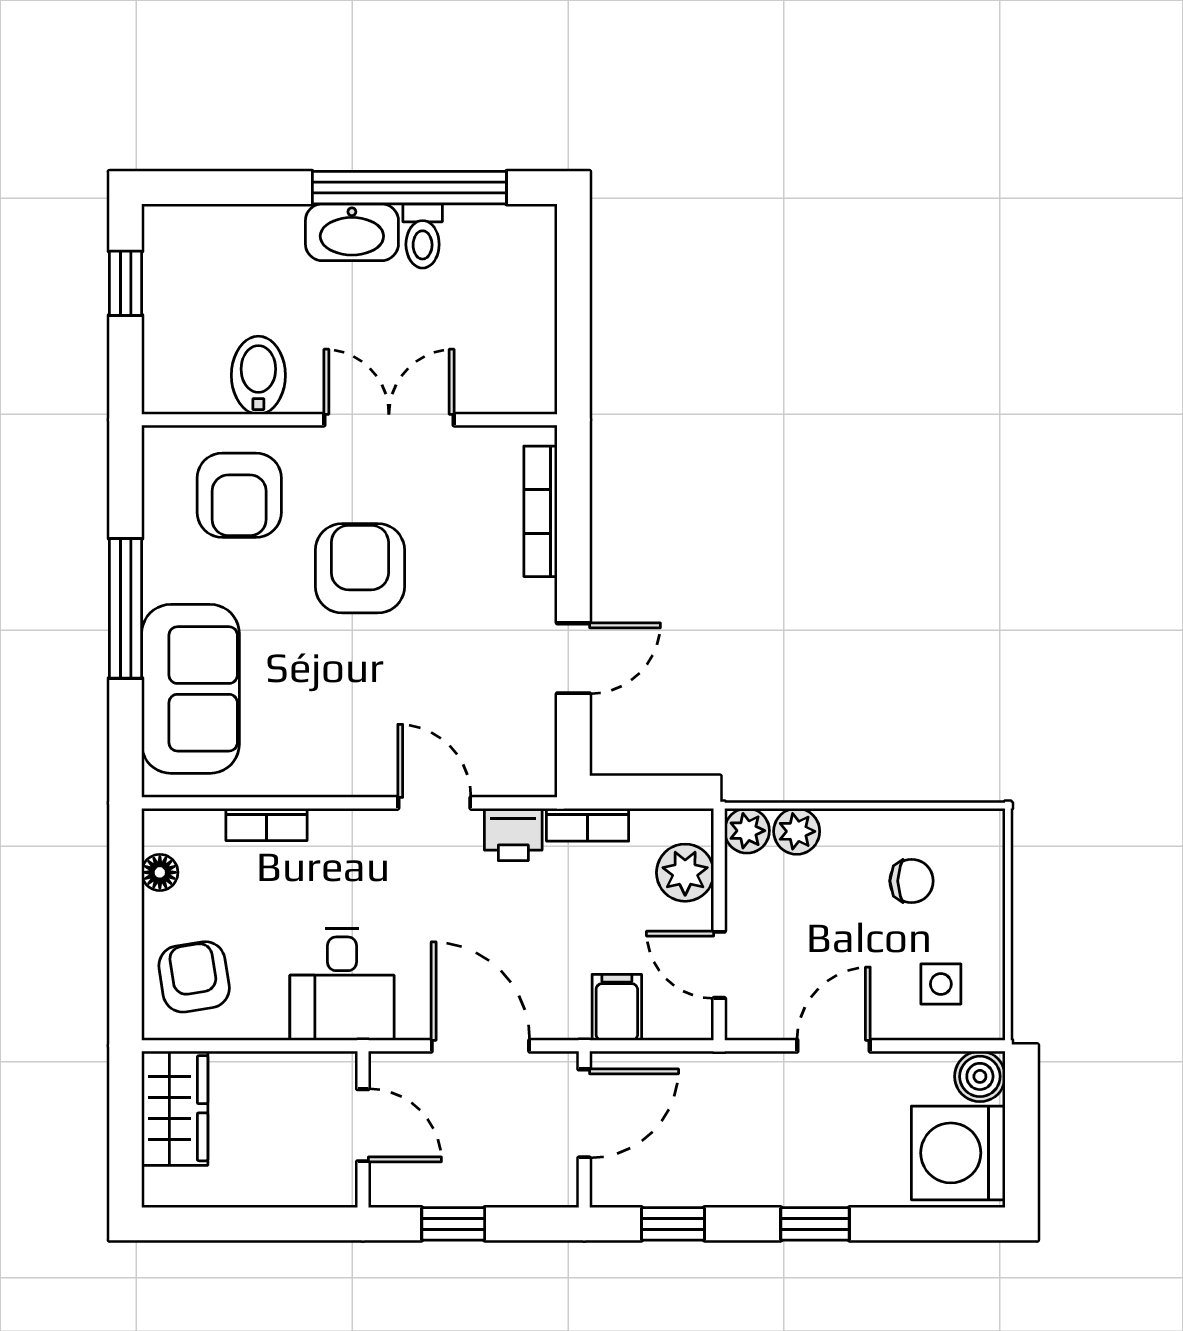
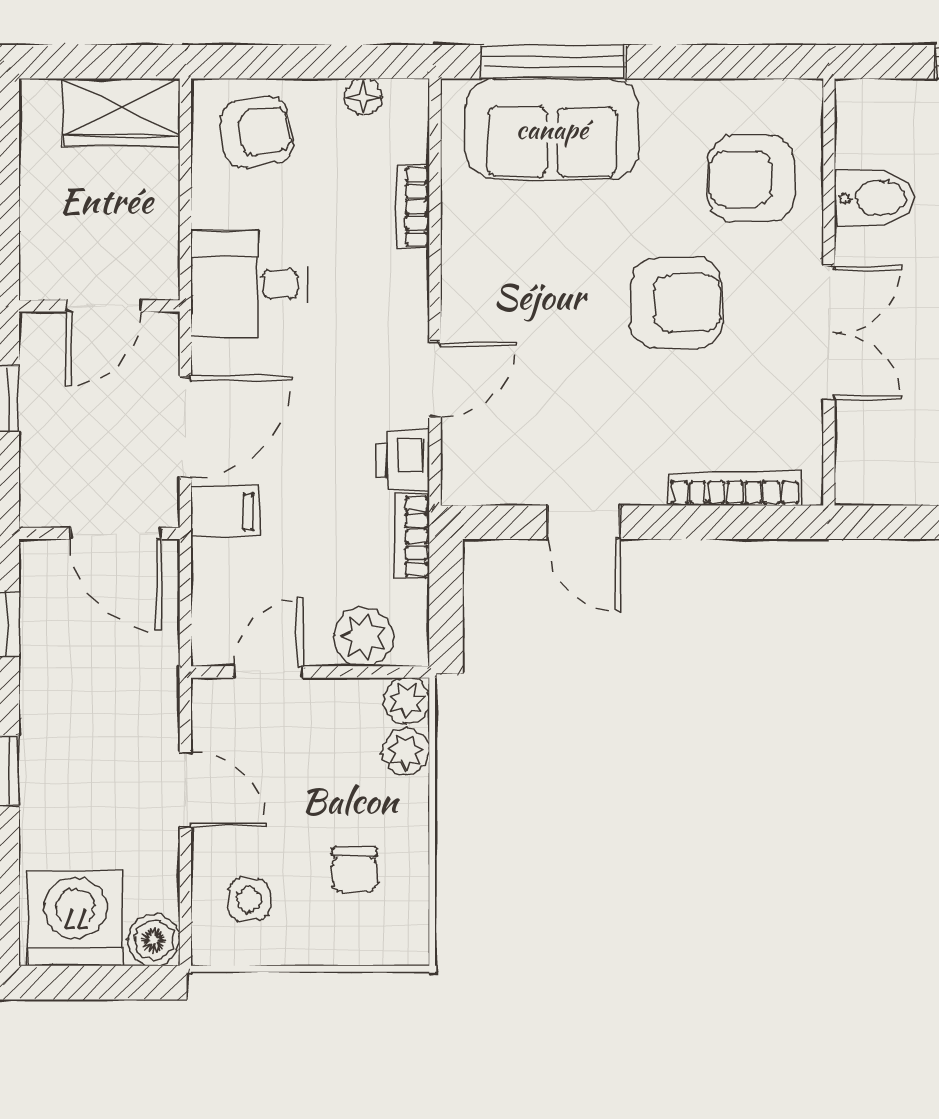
window: (125, 608) -> (553, 62), moved
filing cabinet: (617, 1007) -> (225, 512), moved

